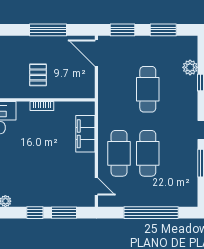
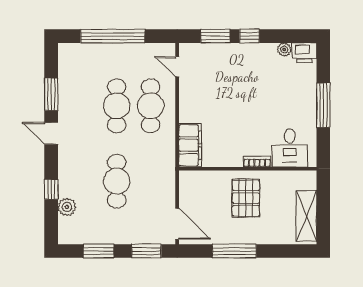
pallet: (38, 75) -> (246, 198), width x1.50, depth x1.42
bookcase: (42, 106) -> (257, 162), moved
filing cabinet: (85, 134) -> (190, 145), moved

